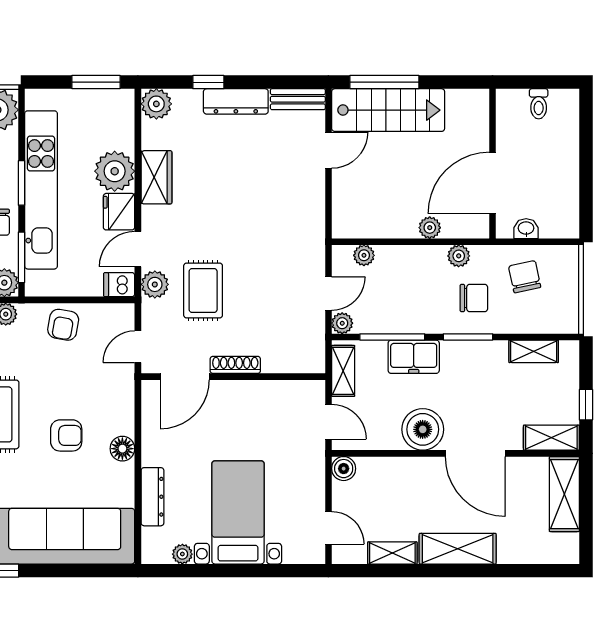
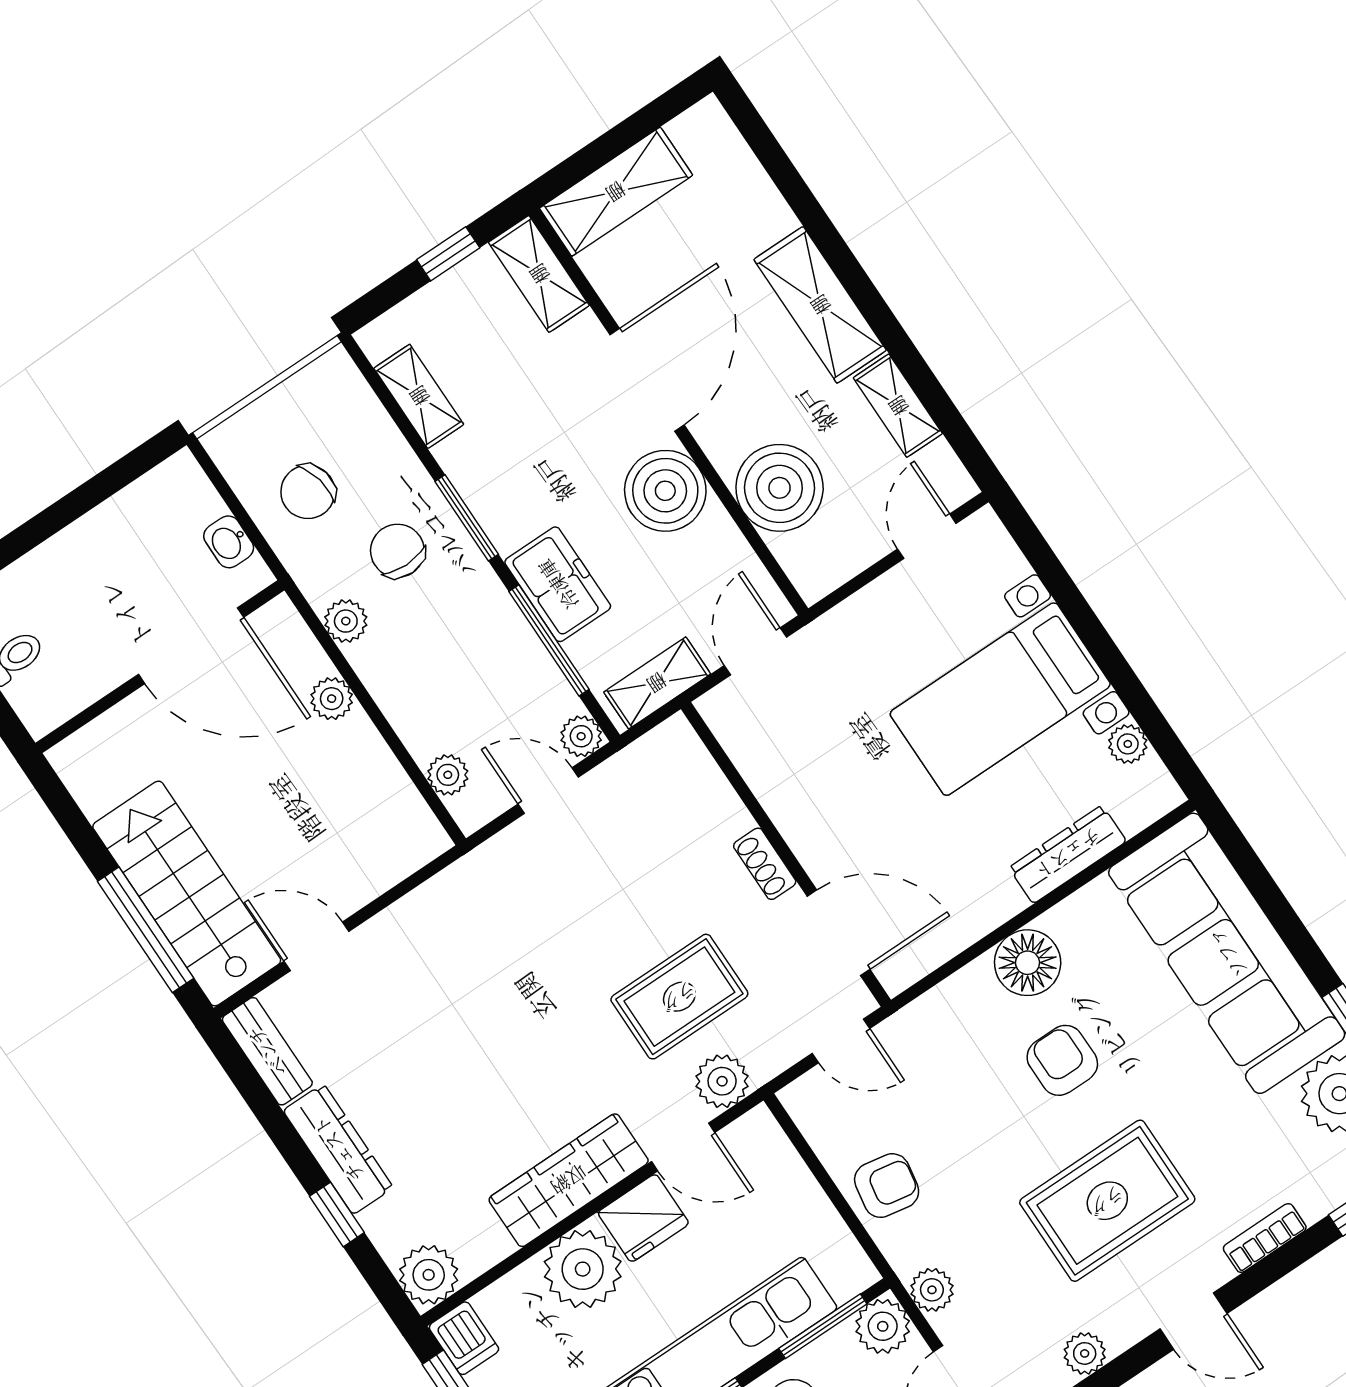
wardrobe: (157, 177) -> (569, 1180), width x1.50
dishwasher: (119, 285) -> (464, 1338), moved
shoe rack: (235, 365) -> (765, 864), width x0.70
floor lamp: (122, 449) -> (1028, 963), width x1.38, depth x1.38
boiler: (344, 469) -> (780, 488), moved, width x1.86, depth x1.86

